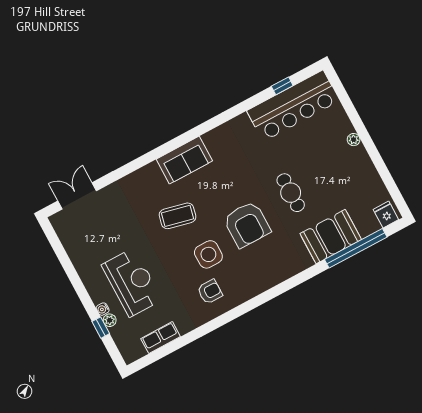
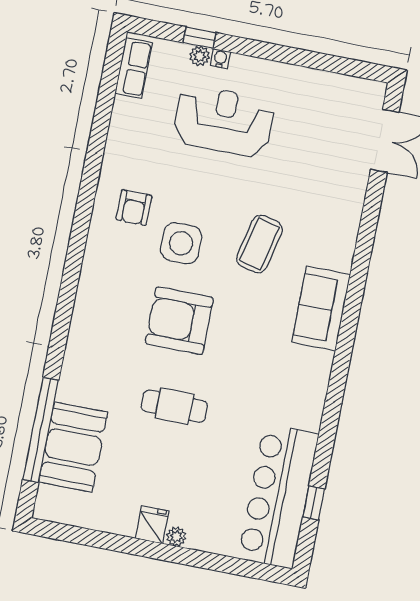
fridge: (386, 215) -> (152, 525), moved, turned -90
booth: (331, 237) -> (73, 447), moved
reception desk: (132, 282) -> (224, 121), turned 180
row of seats: (161, 338) -> (134, 68), moved

